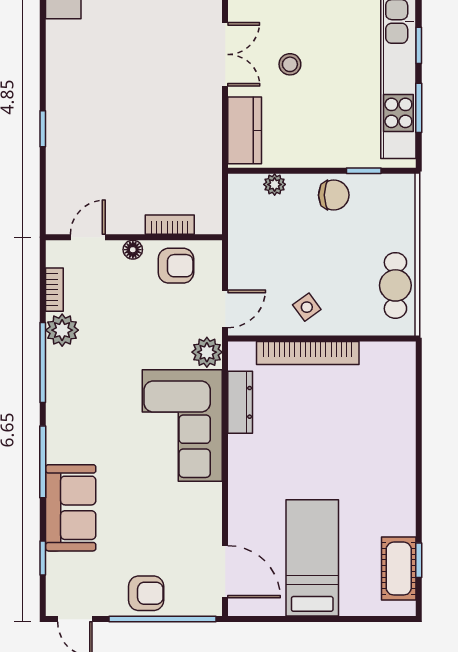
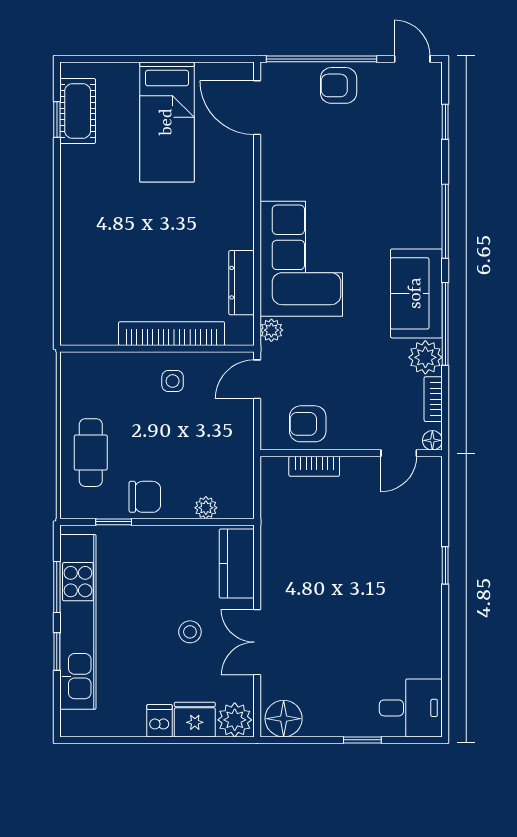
chair: (334, 195) -> (145, 497), turned 180
floor lamp: (133, 250) -> (432, 440), moved
cafe table: (395, 285) -> (91, 453), moved
side table: (307, 307) -> (173, 381), turned 36
plant: (207, 352) -> (271, 330), width x0.73, depth x0.73
sofa: (71, 508) -> (416, 293), moved

